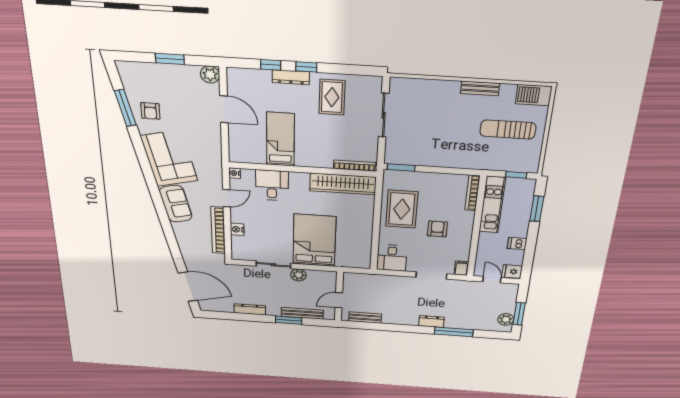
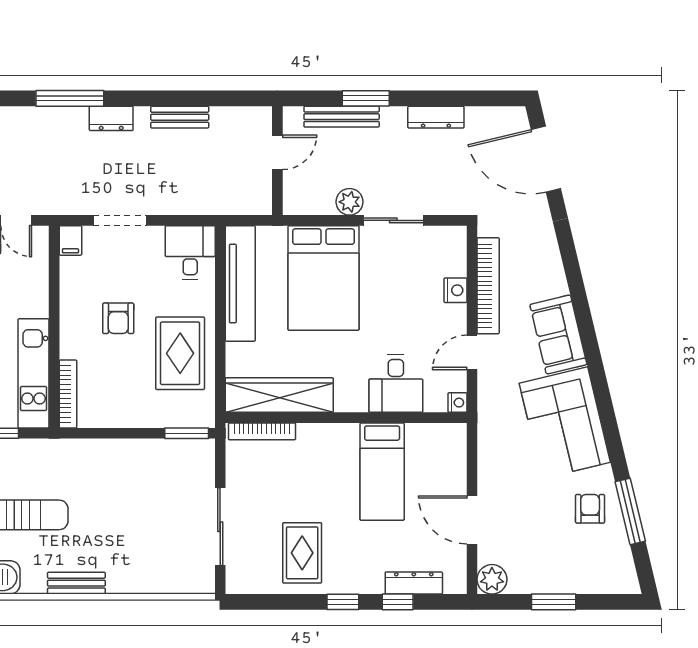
dresser: (291, 77) -> (414, 583), moved
tv unit: (363, 241) -> (240, 284), added
bench: (365, 317) -> (180, 117), moved

